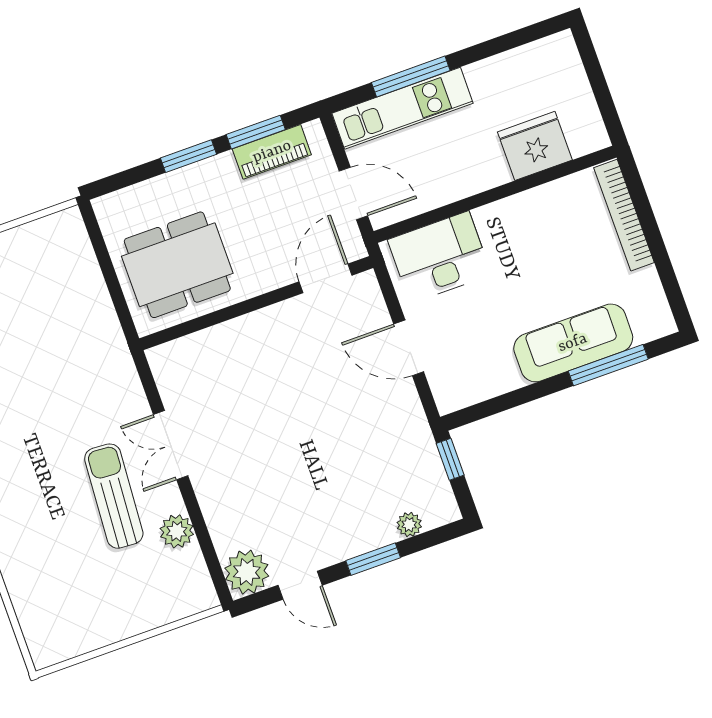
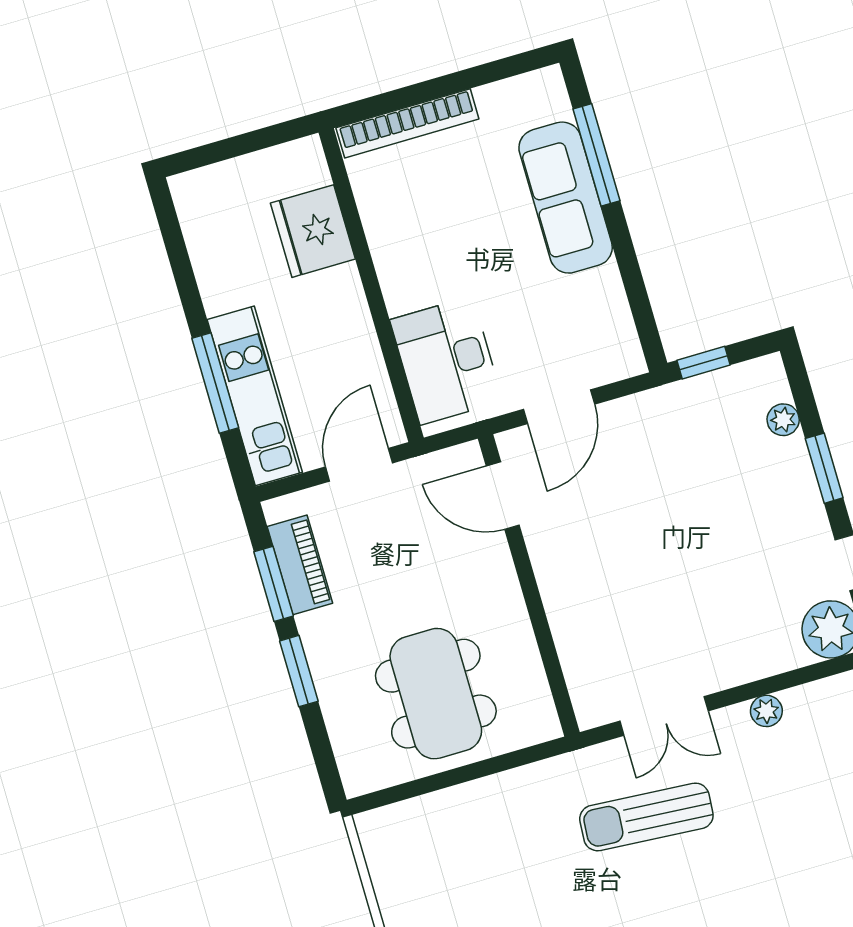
door: (325, 278) -> (503, 496), moved
wall: (256, 303) -> (529, 585), moved
sun lounger: (114, 496) -> (646, 817), moved
plant: (177, 531) -> (766, 711), width x0.73, depth x0.73

